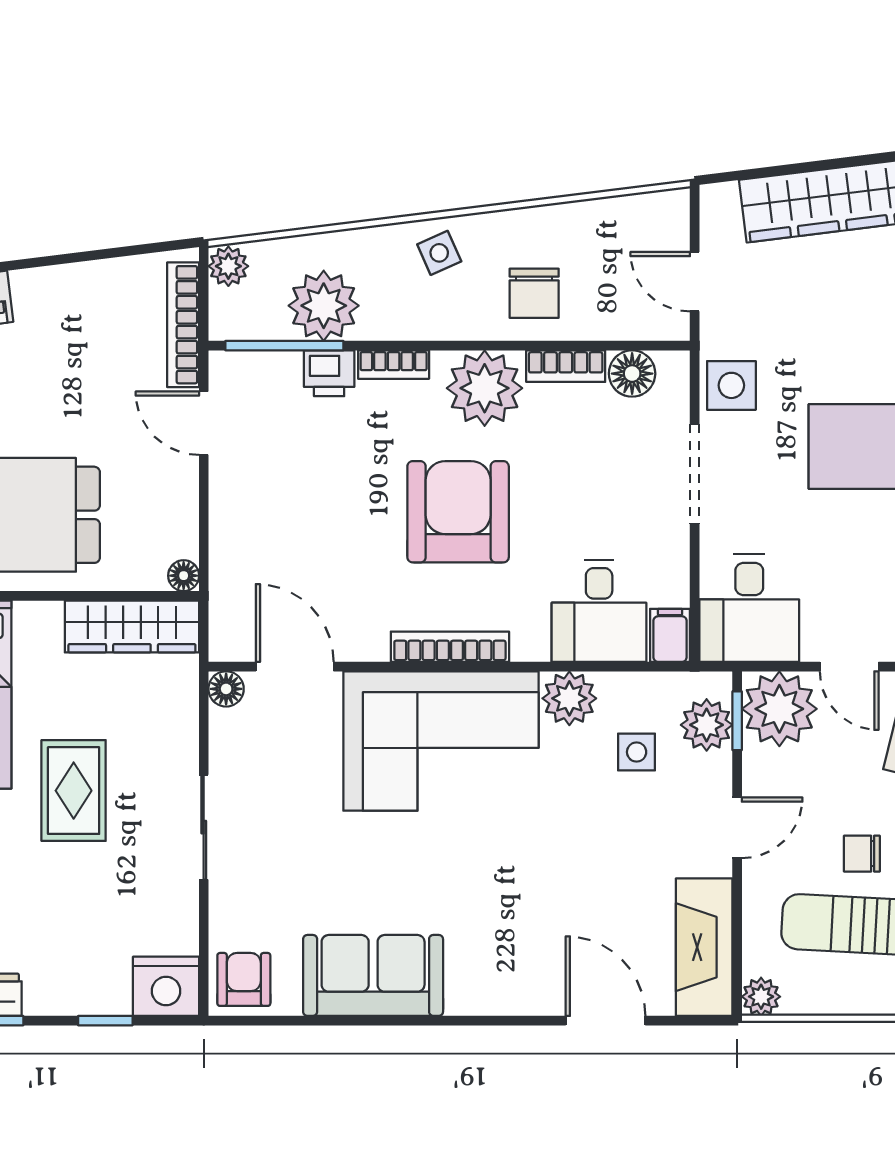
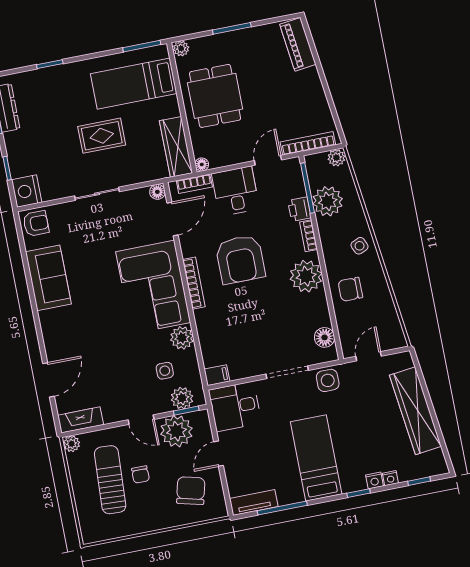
bookcase: (566, 366) -> (194, 184), moved, turned -90
armchair: (458, 512) -> (240, 259), moved, turned 90
desk: (599, 611) -> (236, 191), moved, turned 90
plant: (779, 709) -> (176, 431), moved
chair: (862, 854) -> (140, 474), turned 180
fireplace: (704, 947) -> (81, 420), width x0.73, depth x0.76

